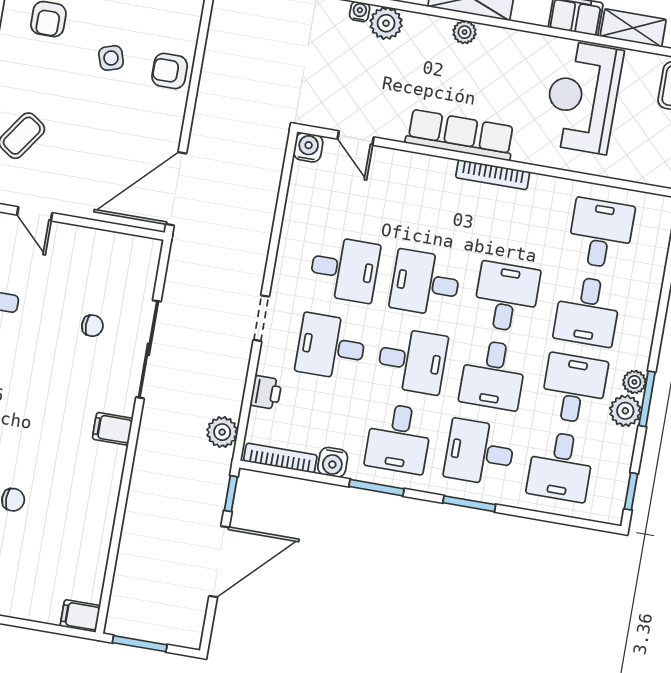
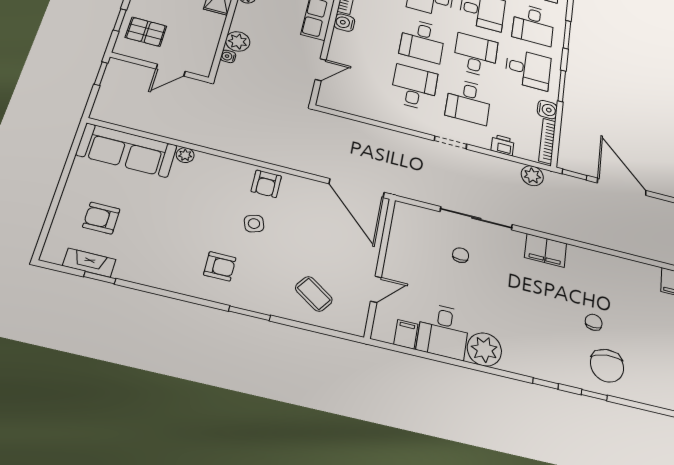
water cooler: (308, 147) -> (344, 23), moved
filing cabinet: (113, 429) -> (546, 250), width x2.00

